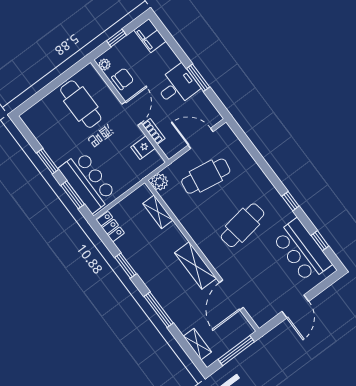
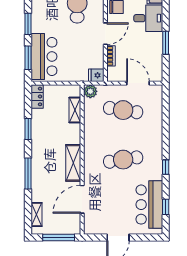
desk: (177, 86) -> (148, 18), moved
fridge: (143, 148) -> (96, 75), moved

